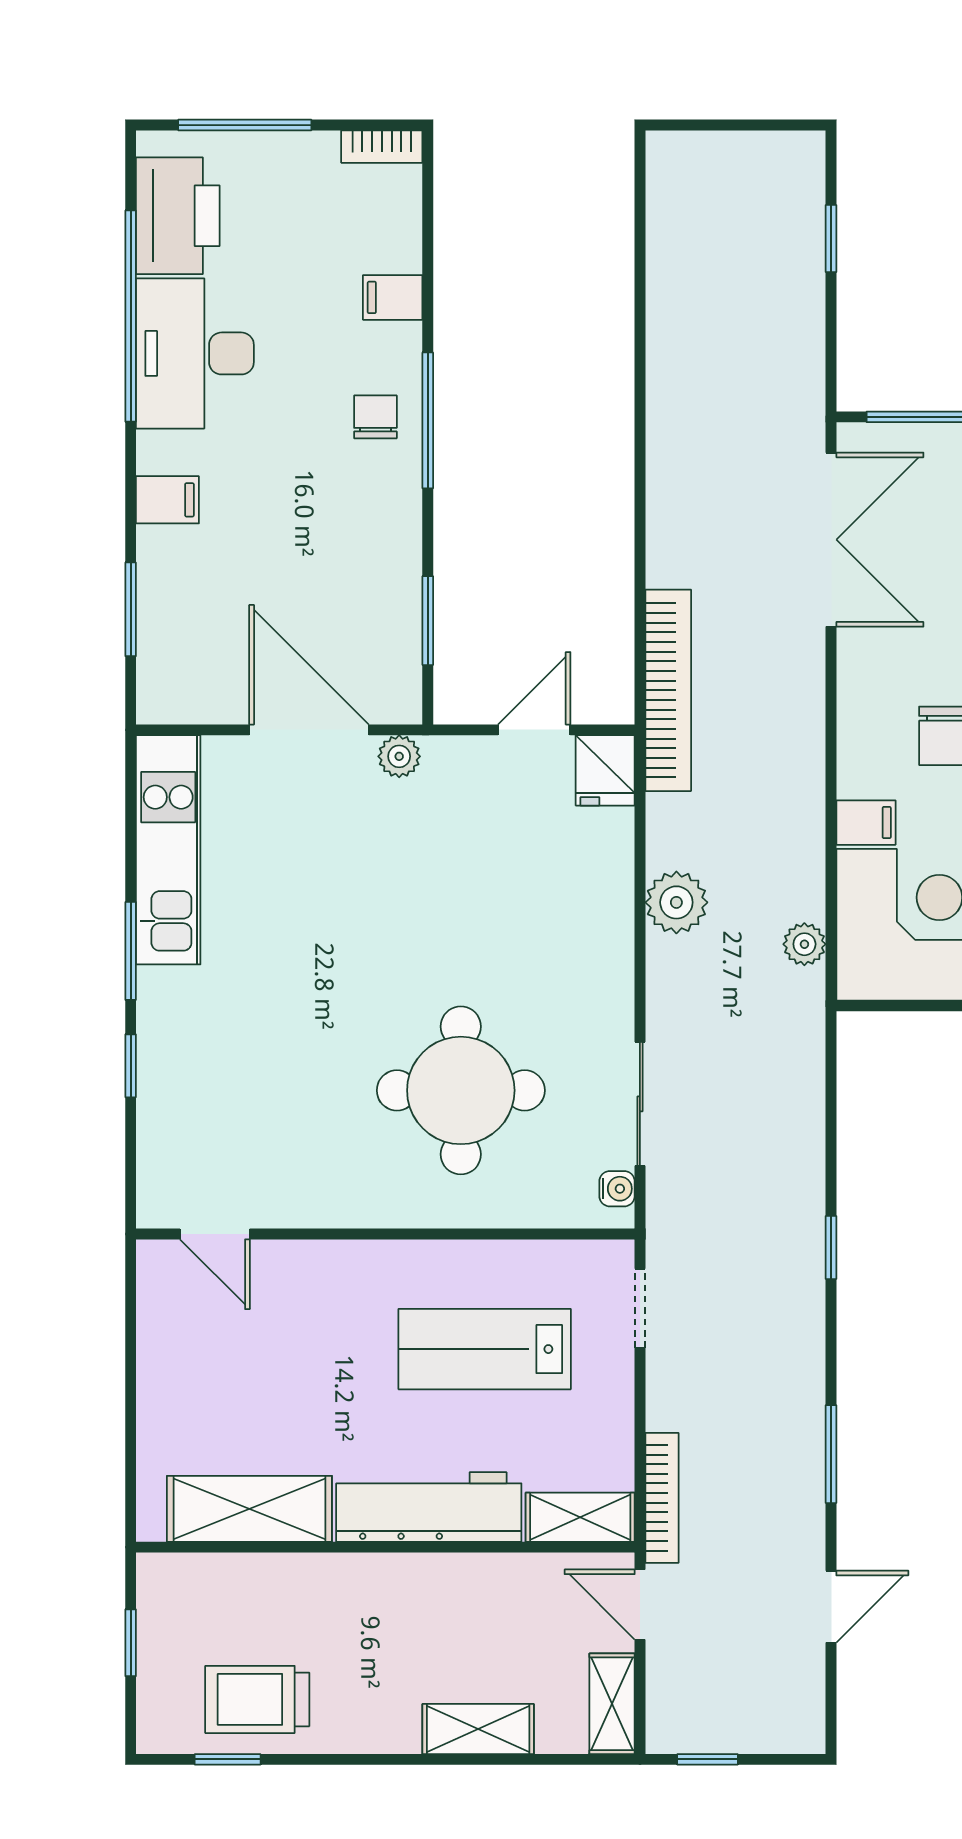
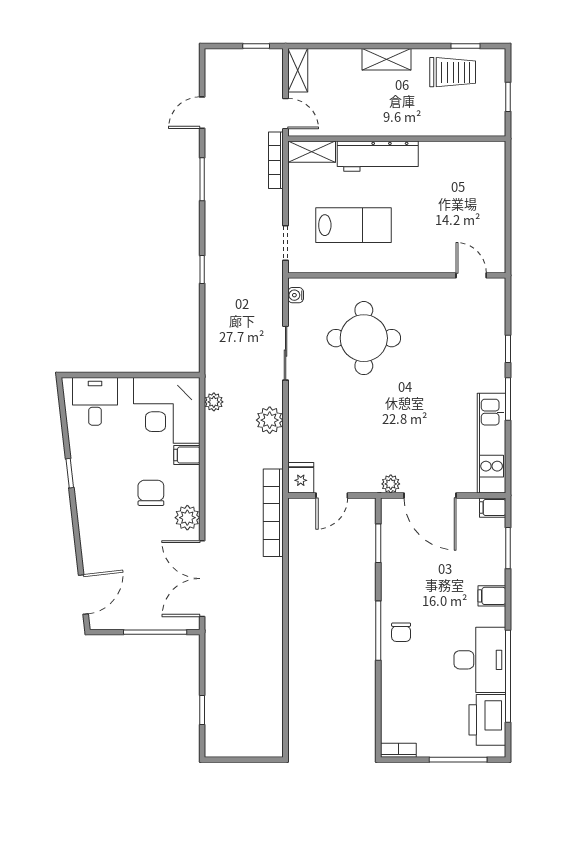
filing cabinet: (393, 297) -> (493, 508), moved, turned 180
plant: (865, 679) -> (187, 518), added
sliding door: (640, 1104) -> (286, 353), moved
shelving: (249, 1509) -> (456, 155), removed
shelving: (478, 1729) -> (386, 59), moved

